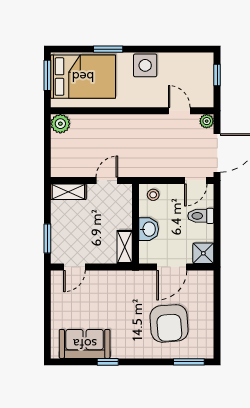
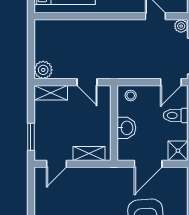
plant: (60, 124) -> (43, 70), moved
door: (107, 181) -> (87, 82), swing flipped
shelving: (125, 247) -> (89, 153), moved, turned 90

